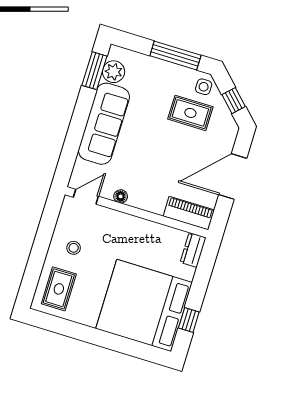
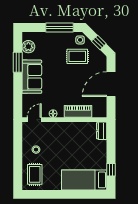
window: (94, 71) -> (18, 62), moved
sofa: (104, 124) -> (32, 77), width x0.73
piano: (189, 213) -> (78, 111), moved
bed: (144, 306) -> (84, 180), width x0.49

